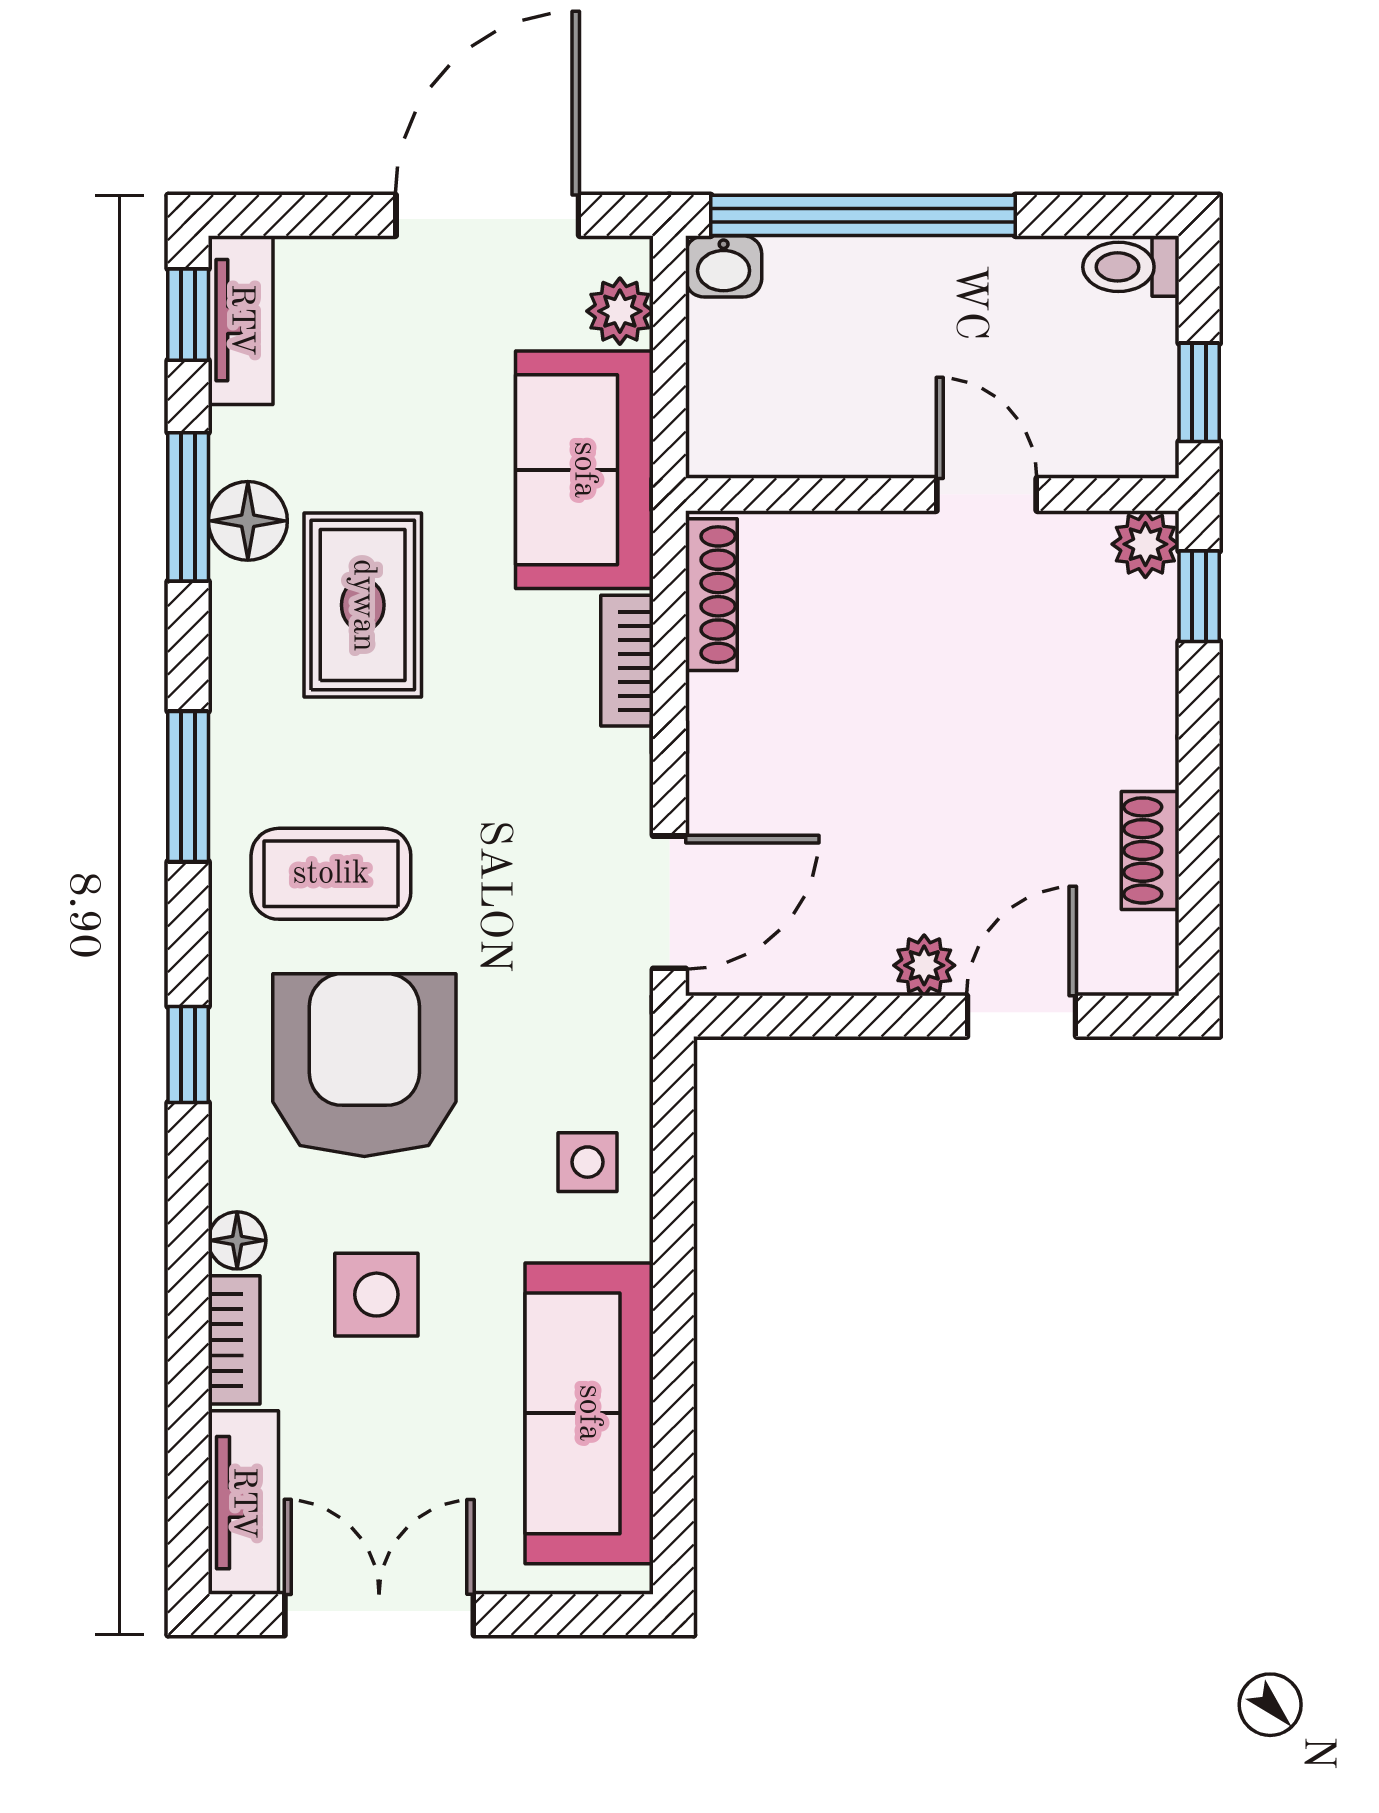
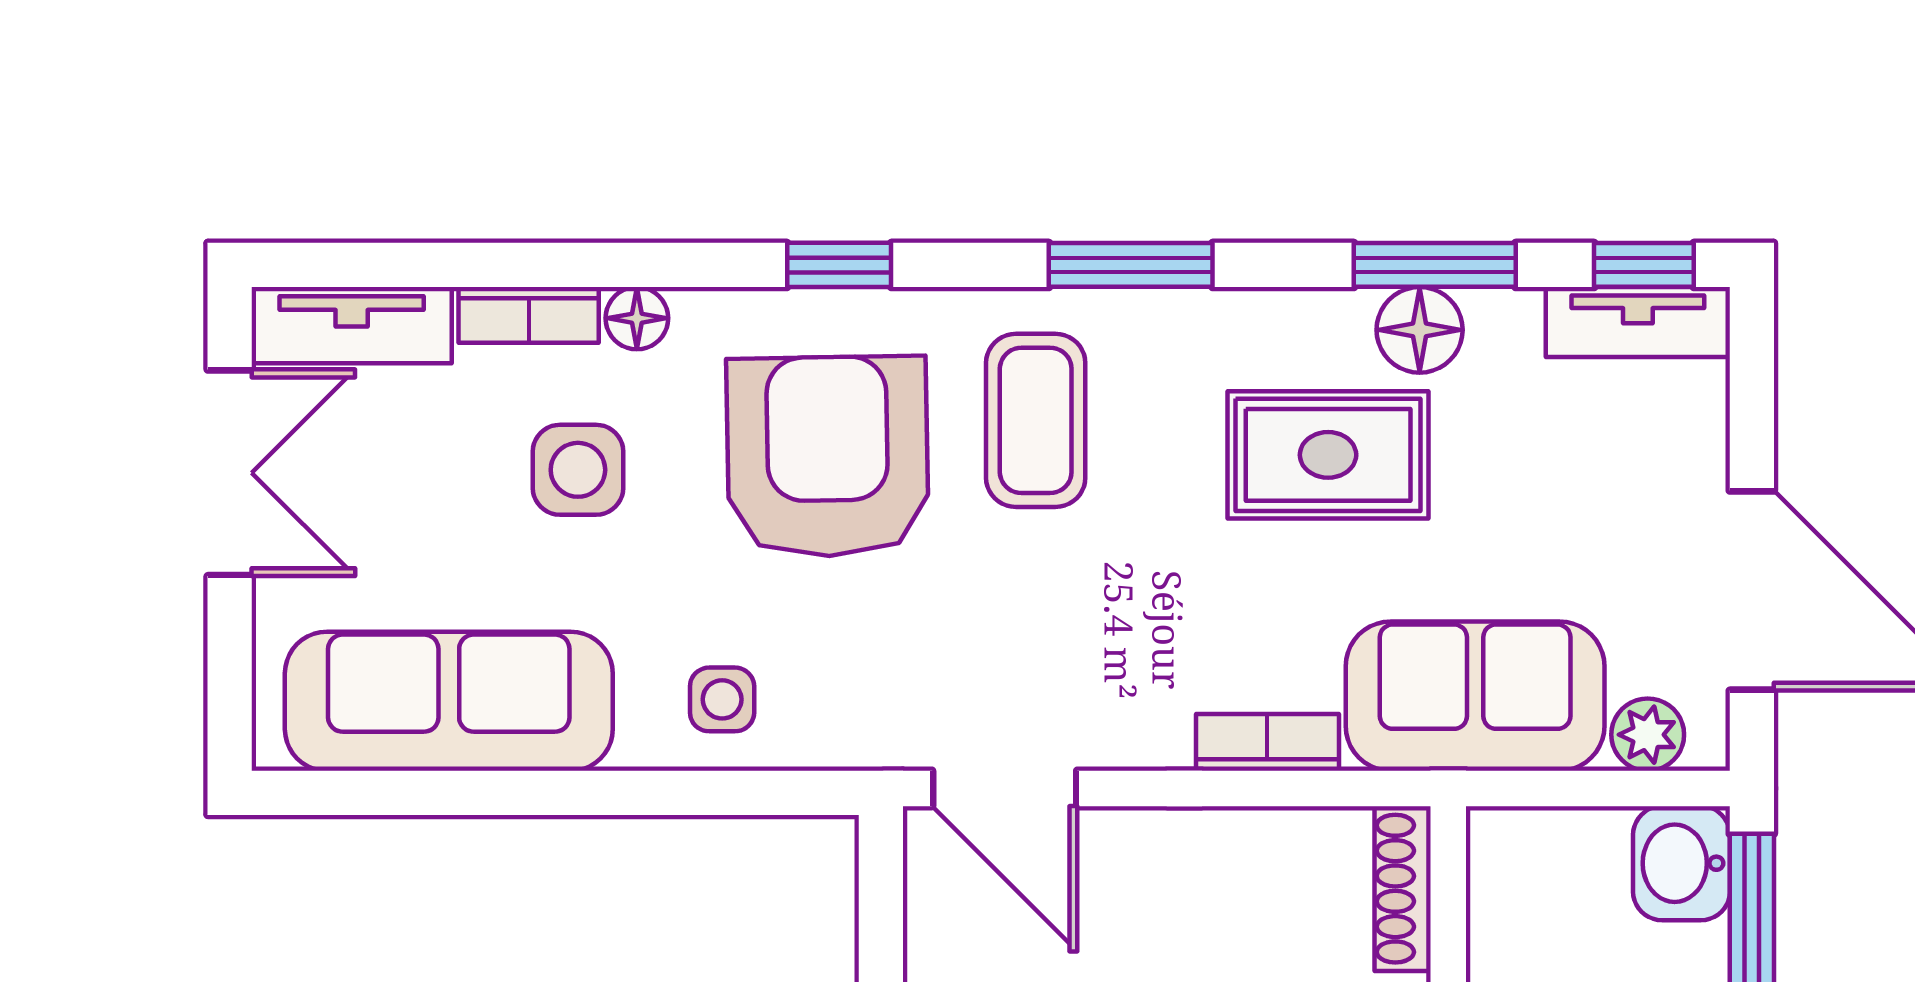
washbasin: (724, 266) -> (1682, 863), width x1.38, depth x1.45
shoe rack: (711, 595) -> (1403, 889), moved, turned 90
armchair: (364, 1065) -> (828, 457), turned -91

